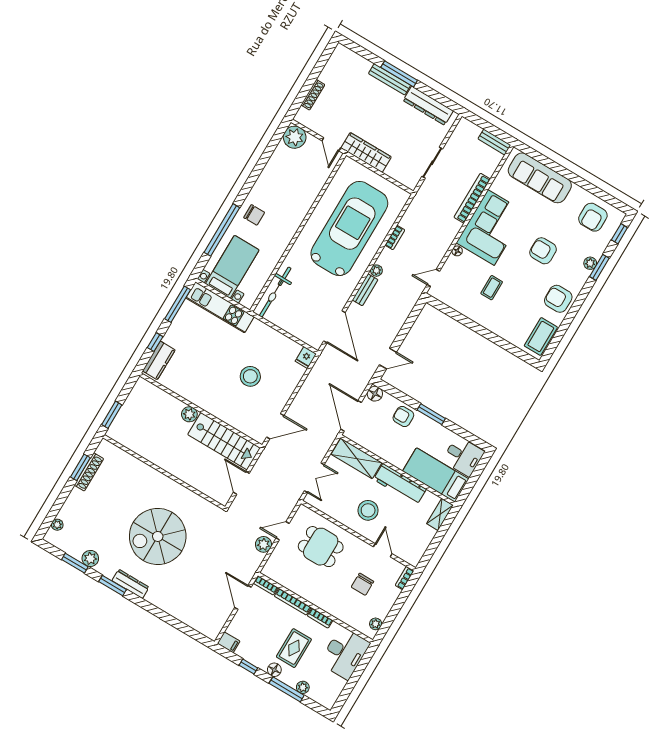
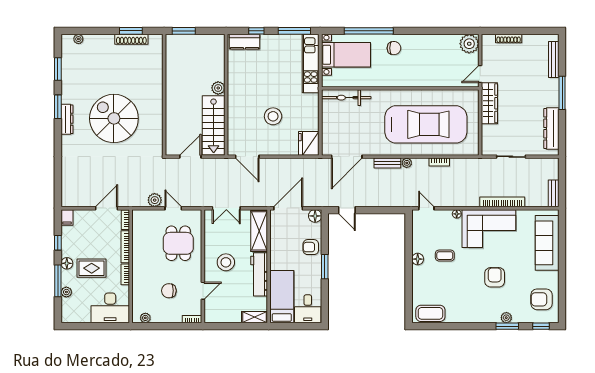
bench: (390, 79) -> (554, 60), moved
chair: (254, 215) -> (394, 48), turned -90
armchair: (558, 299) -> (466, 310), removed
floor lamp: (479, 317) -> (418, 259), added
fridge: (306, 357) -> (309, 143), width x1.88, depth x1.34
armchair: (403, 417) -> (311, 247), turned -90
plant: (90, 558) -> (68, 78), removed

